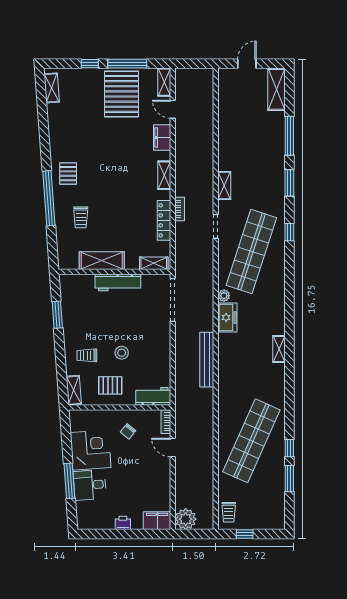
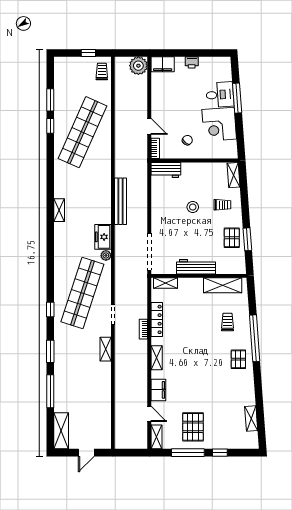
shelving: (52, 88) -> (251, 418), moved
pallet: (121, 94) -> (193, 427), width x0.73, depth x0.71
shelving: (102, 261) -> (223, 285), moved
pallet: (110, 385) -> (232, 238), moved, turned 90

